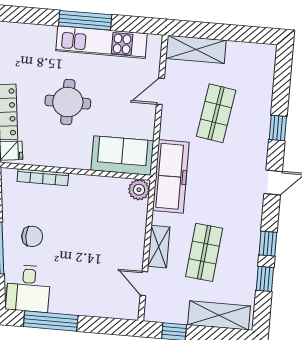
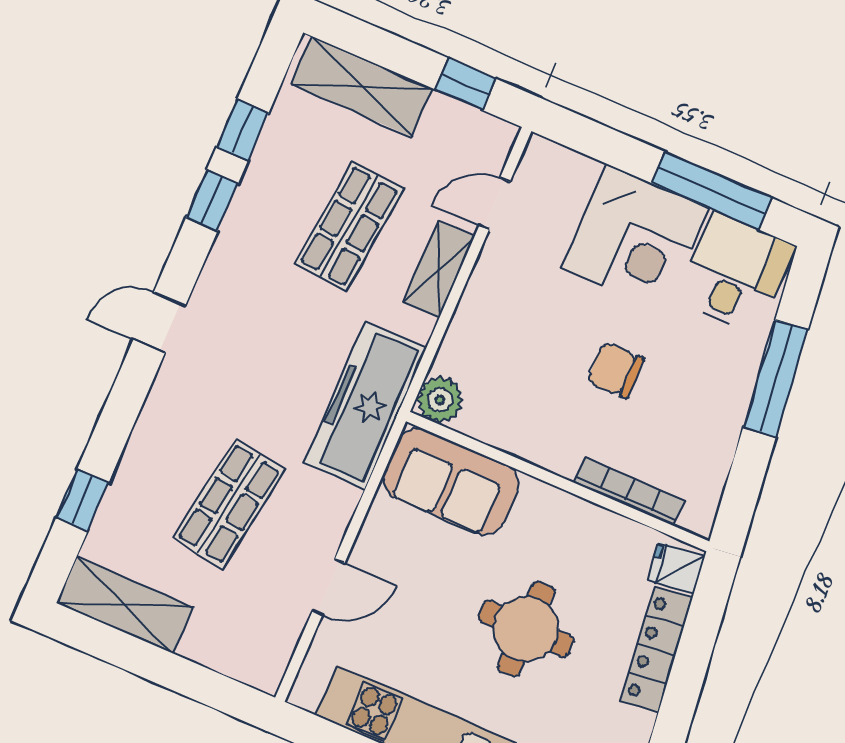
shelving: (196, 49) -> (125, 605), moved
window: (278, 128) -> (82, 500), moved
chair: (32, 236) -> (616, 370), moved
door: (144, 284) -> (494, 204), swing flipped
corner desk: (77, 289) -> (636, 238), added

